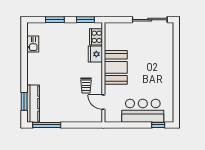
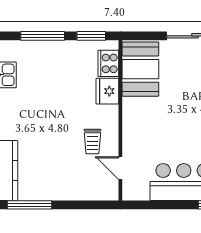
window: (55, 20) -> (43, 36), width x1.44
booth: (116, 67) -> (140, 69), moved

